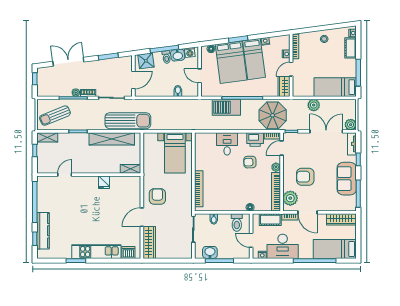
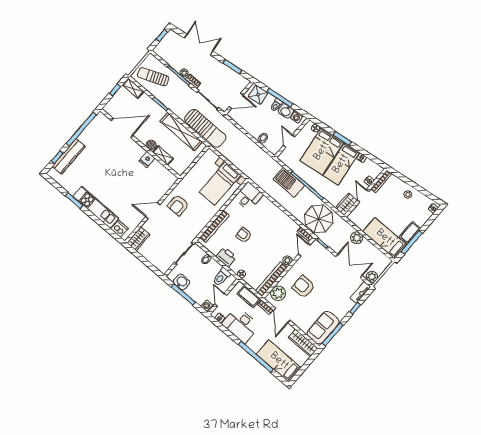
cot: (351, 48) -> (410, 233), moved
door: (291, 69) -> (363, 196), hinge flipped
printer: (255, 140) -> (226, 257), moved, turned 180
desk: (227, 144) -> (249, 196), moved
door: (282, 148) -> (304, 250), hinge flipped
armchair: (250, 162) -> (244, 235), moved
boiler: (98, 168) -> (151, 145), added
shelving: (130, 169) -> (163, 155), moved
door: (65, 175) -> (122, 128), width x1.88
sofa: (347, 179) -> (323, 328), moved
armchair: (157, 196) -> (178, 205), turned 180
wardrobe: (149, 242) -> (138, 239), width x0.67
washing machine: (245, 254) -> (207, 306), added

